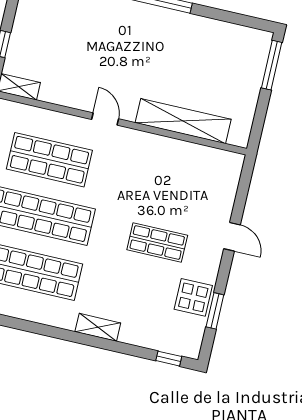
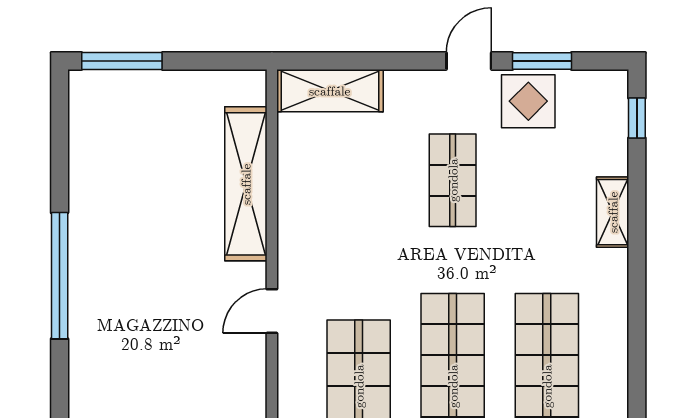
shelving: (226, 183) -> (330, 91), added
door: (232, 237) -> (469, 61), moved
shelving: (98, 327) -> (613, 212), moved

